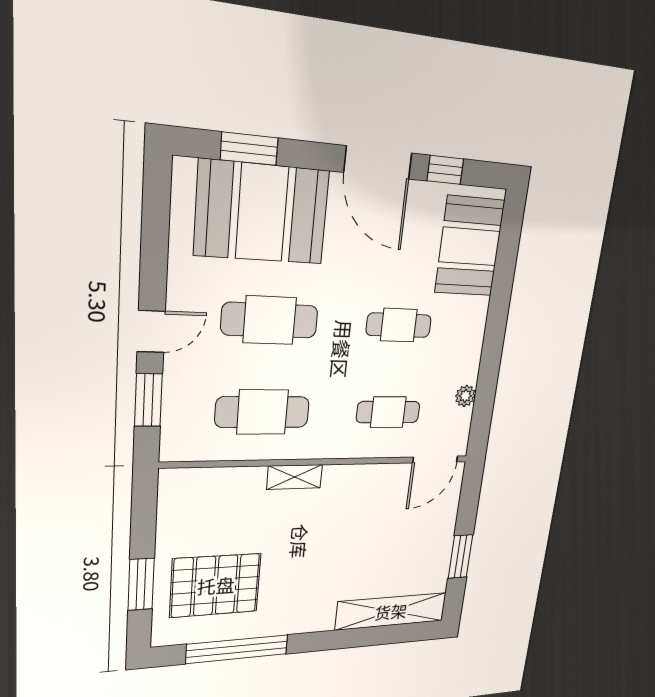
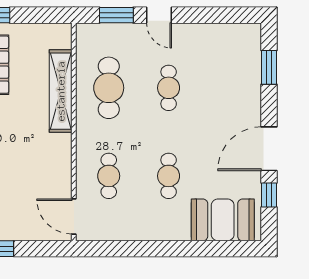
booth: (262, 213) -> (233, 78), removed
cafe table: (270, 320) -> (169, 88), width x0.73, depth x0.74
plant: (465, 396) -> (121, 233), removed
shelving: (295, 477) -> (61, 91), width x2.20, depth x1.33

